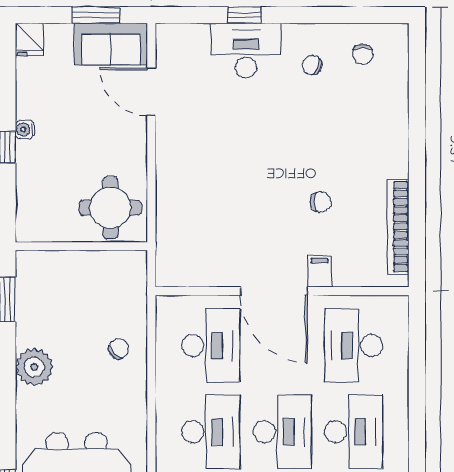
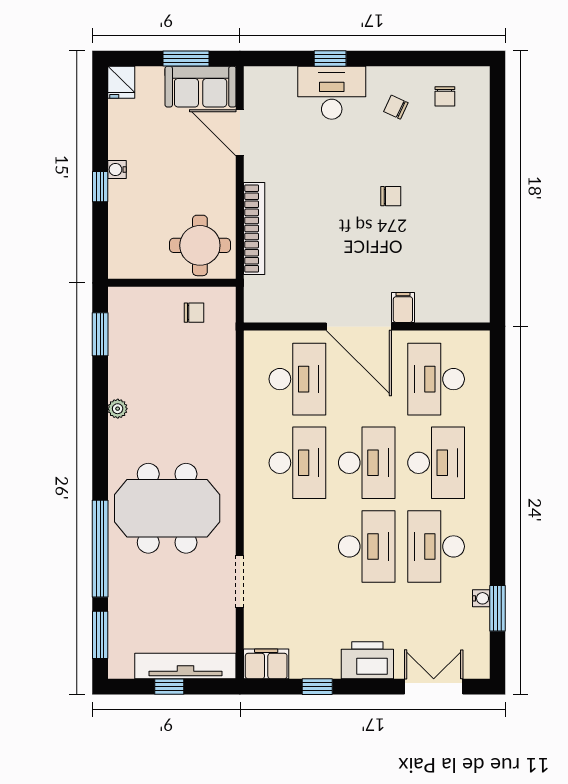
chair: (321, 202) -> (391, 196), moved
bookcase: (398, 227) -> (254, 228), moved, turned 180
chair: (119, 349) -> (194, 313), moved, turned 46
plant: (34, 367) -> (118, 409), width x0.53, depth x0.53

